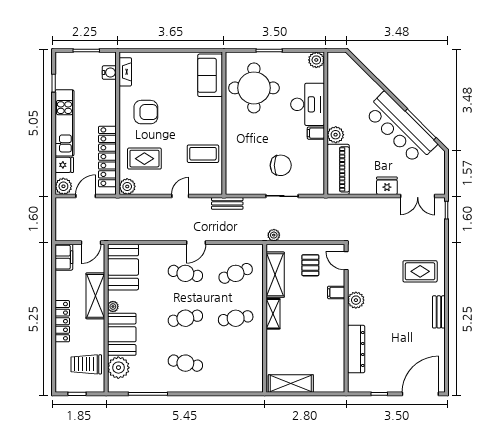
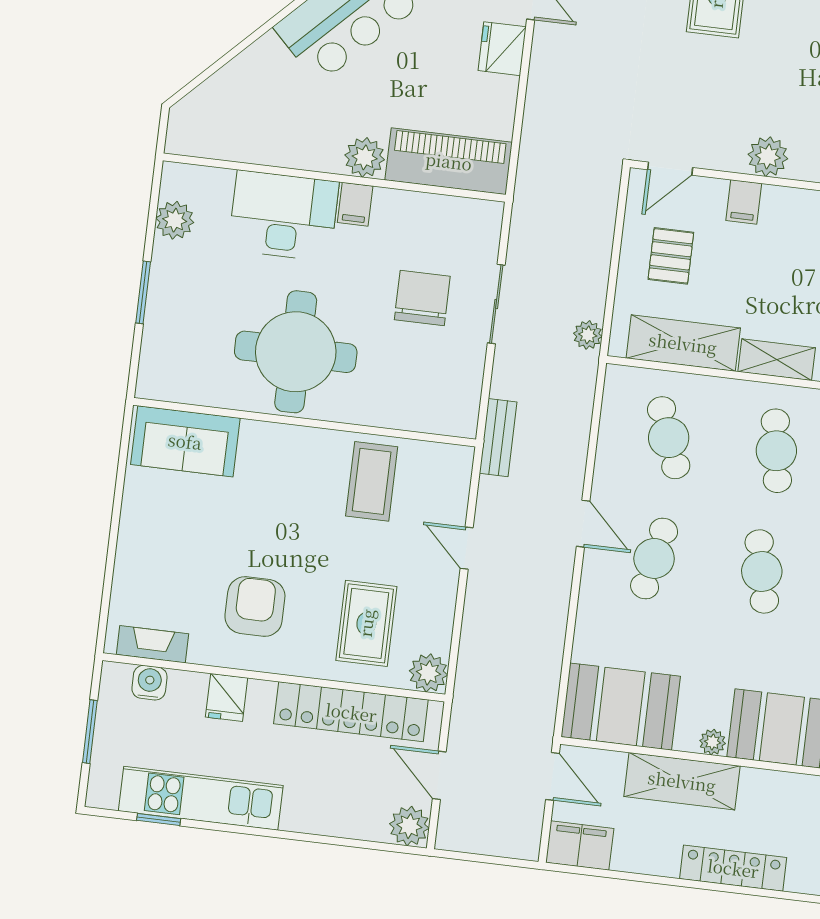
plant: (316, 60) -> (175, 220), moved
round table: (254, 88) -> (296, 352), moved
kitchen unit: (64, 123) -> (201, 798), moved
fridge: (64, 165) -> (227, 697), moved, turned 180
pallet: (310, 265) -> (671, 256), turned 90

